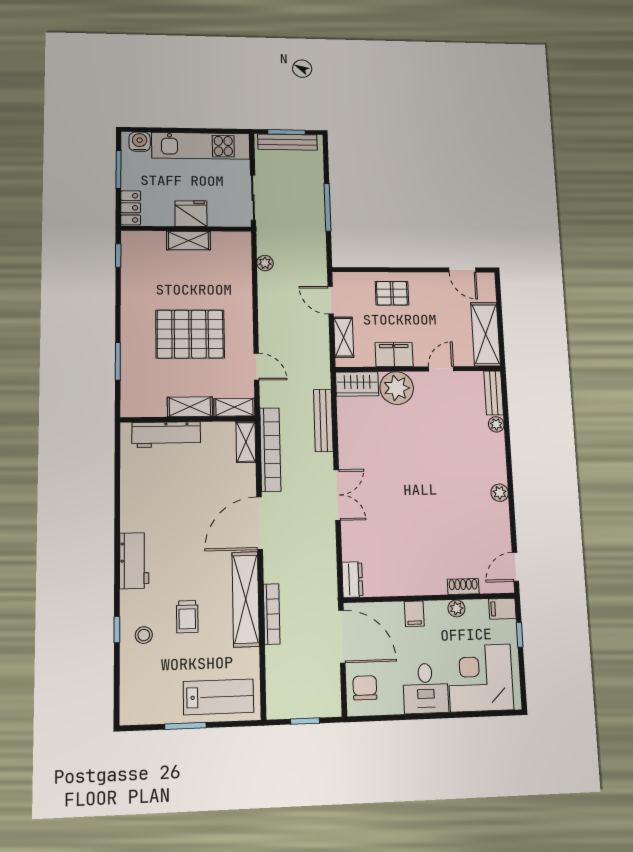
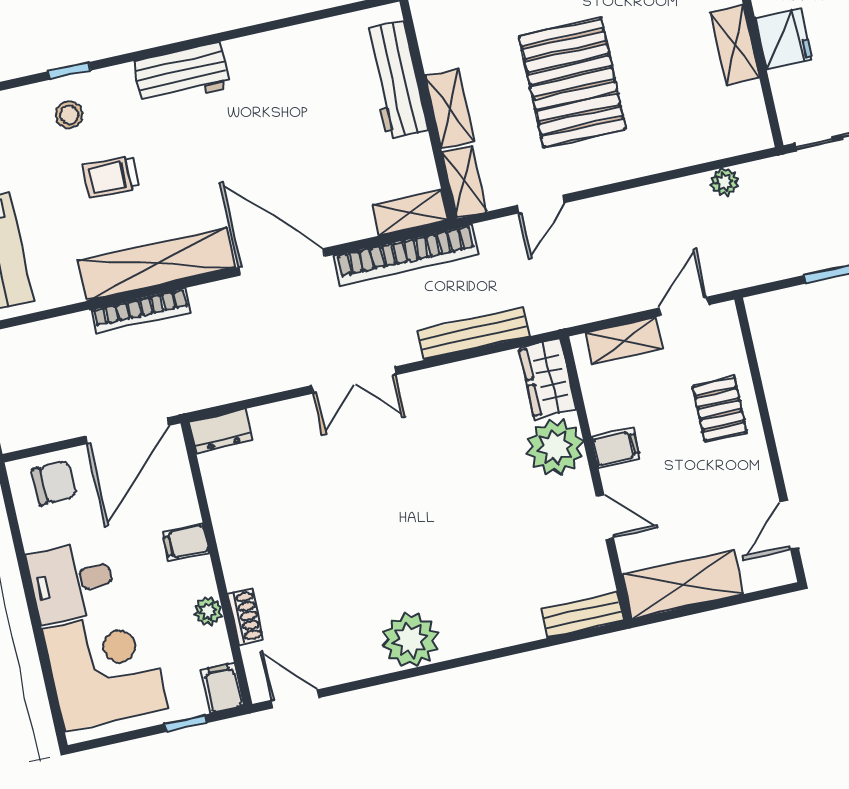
filing cabinet: (394, 355) -> (616, 448), width x0.50
plant: (496, 424) -> (529, 628), removed
plant: (500, 493) -> (410, 640), width x1.87, depth x1.87

